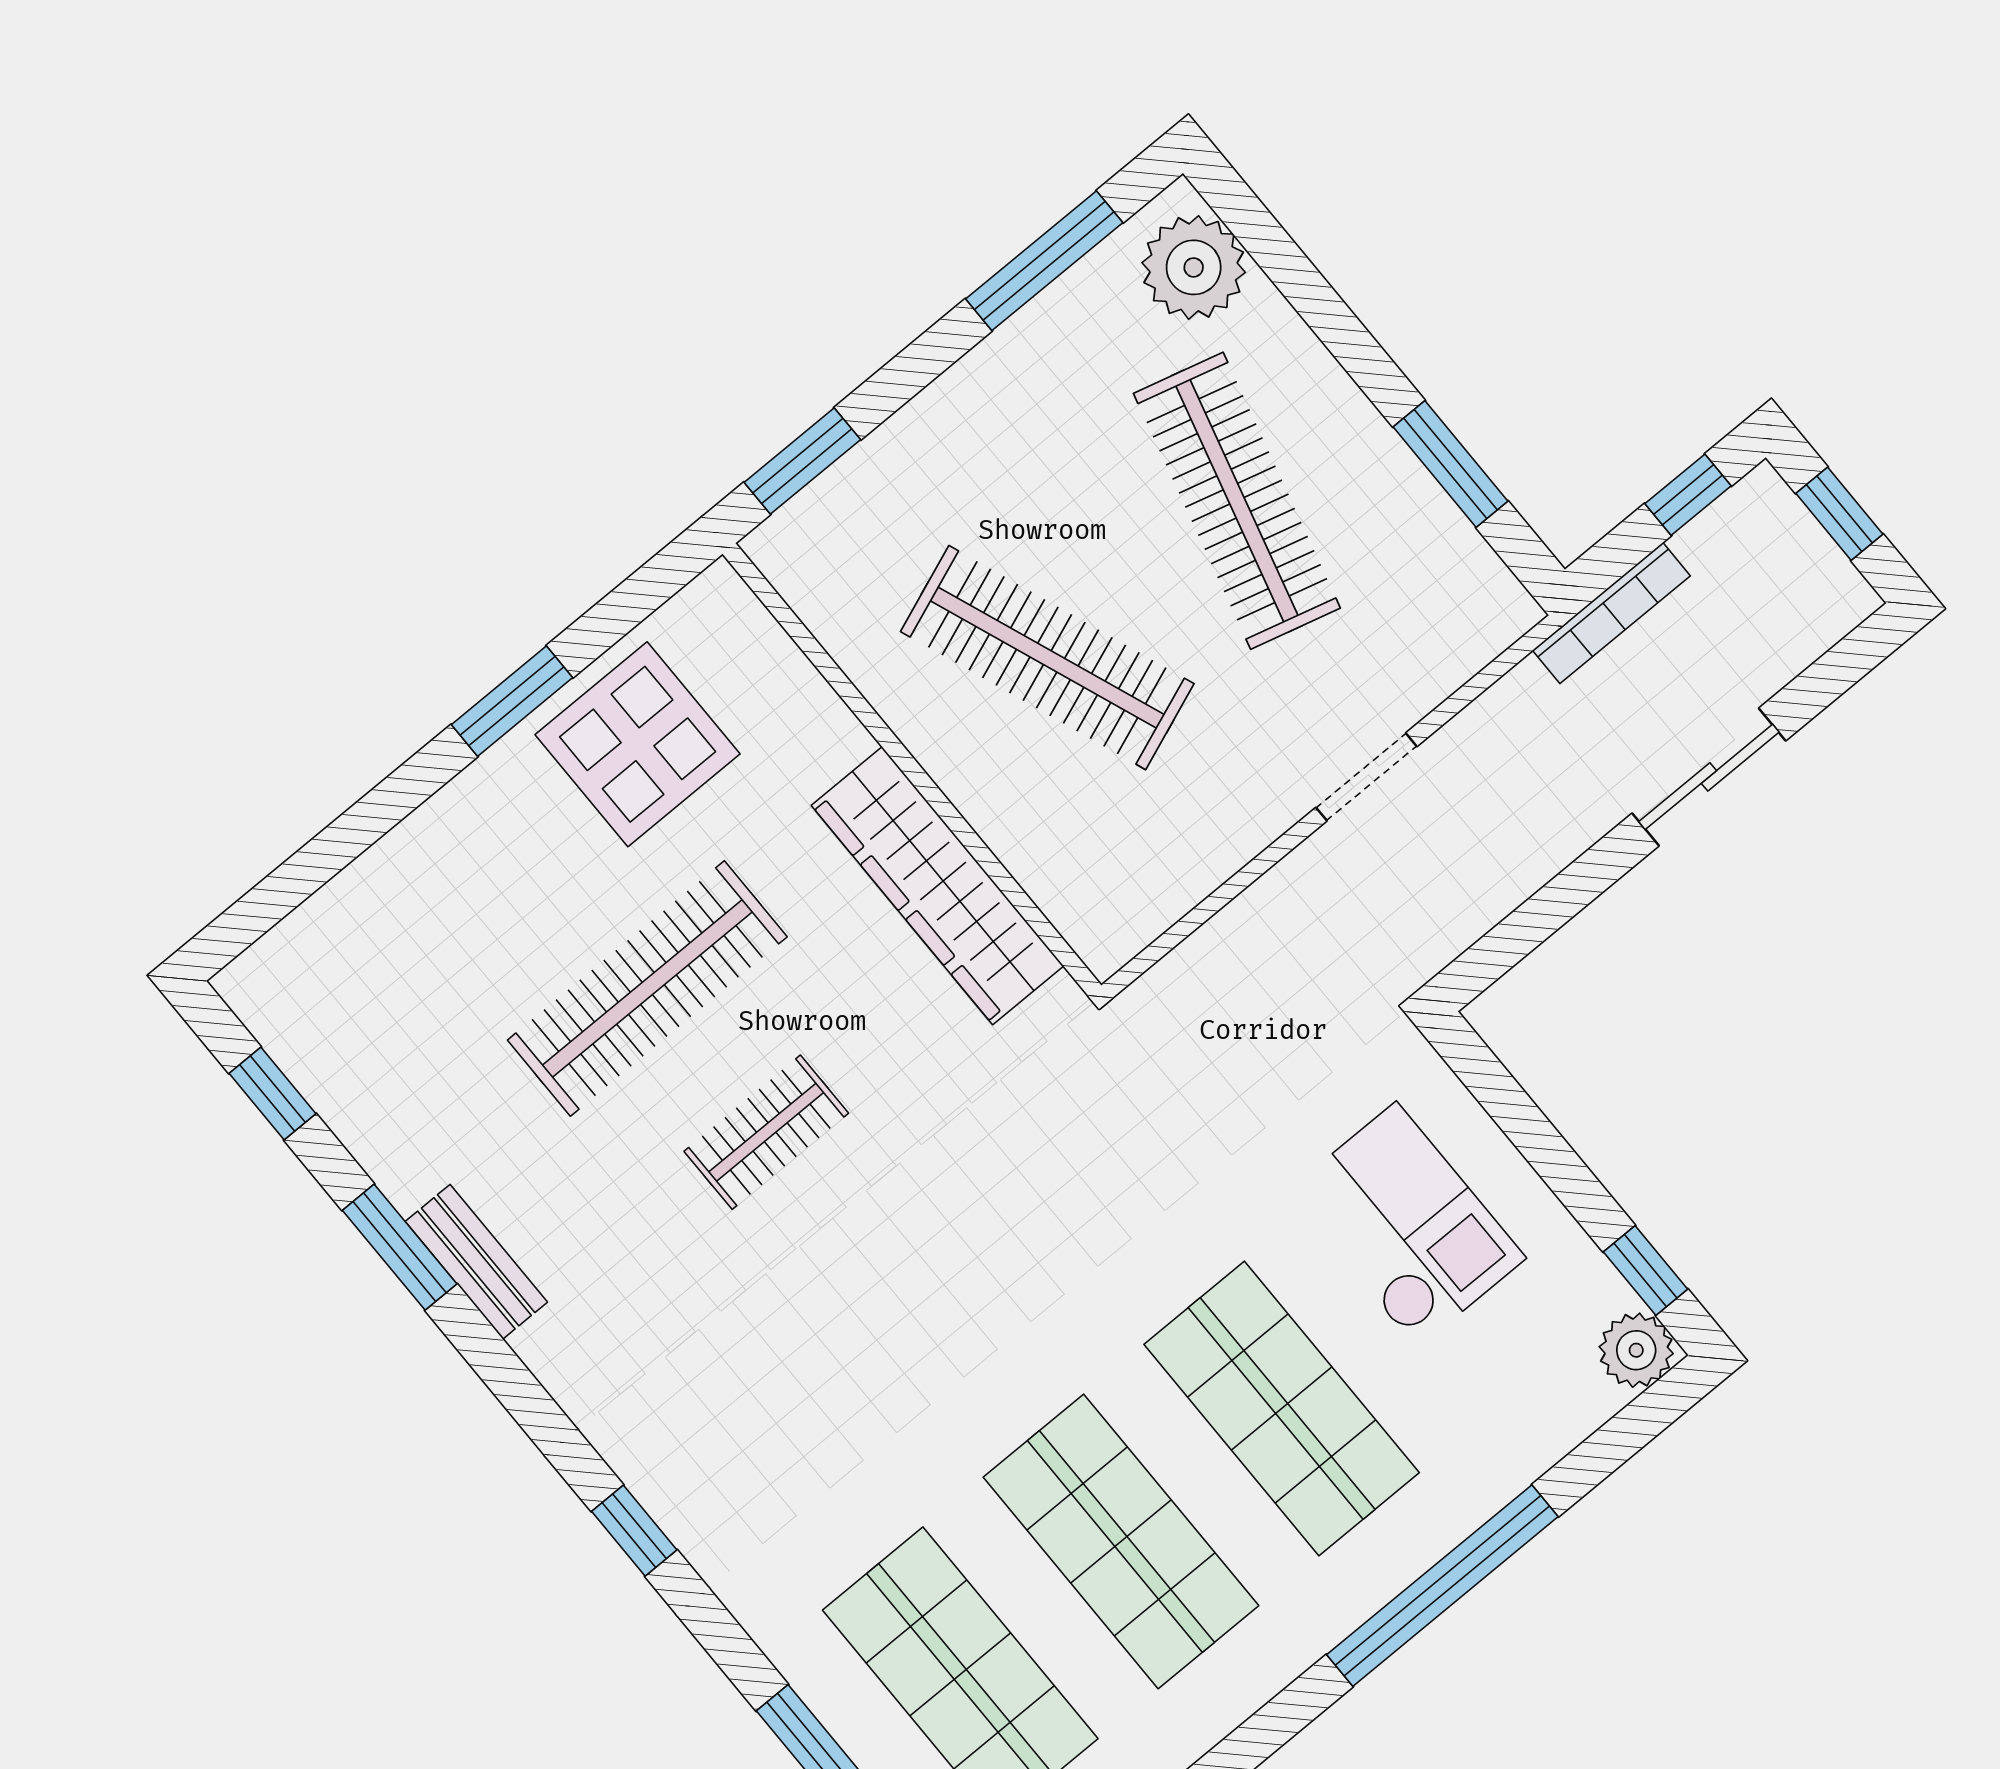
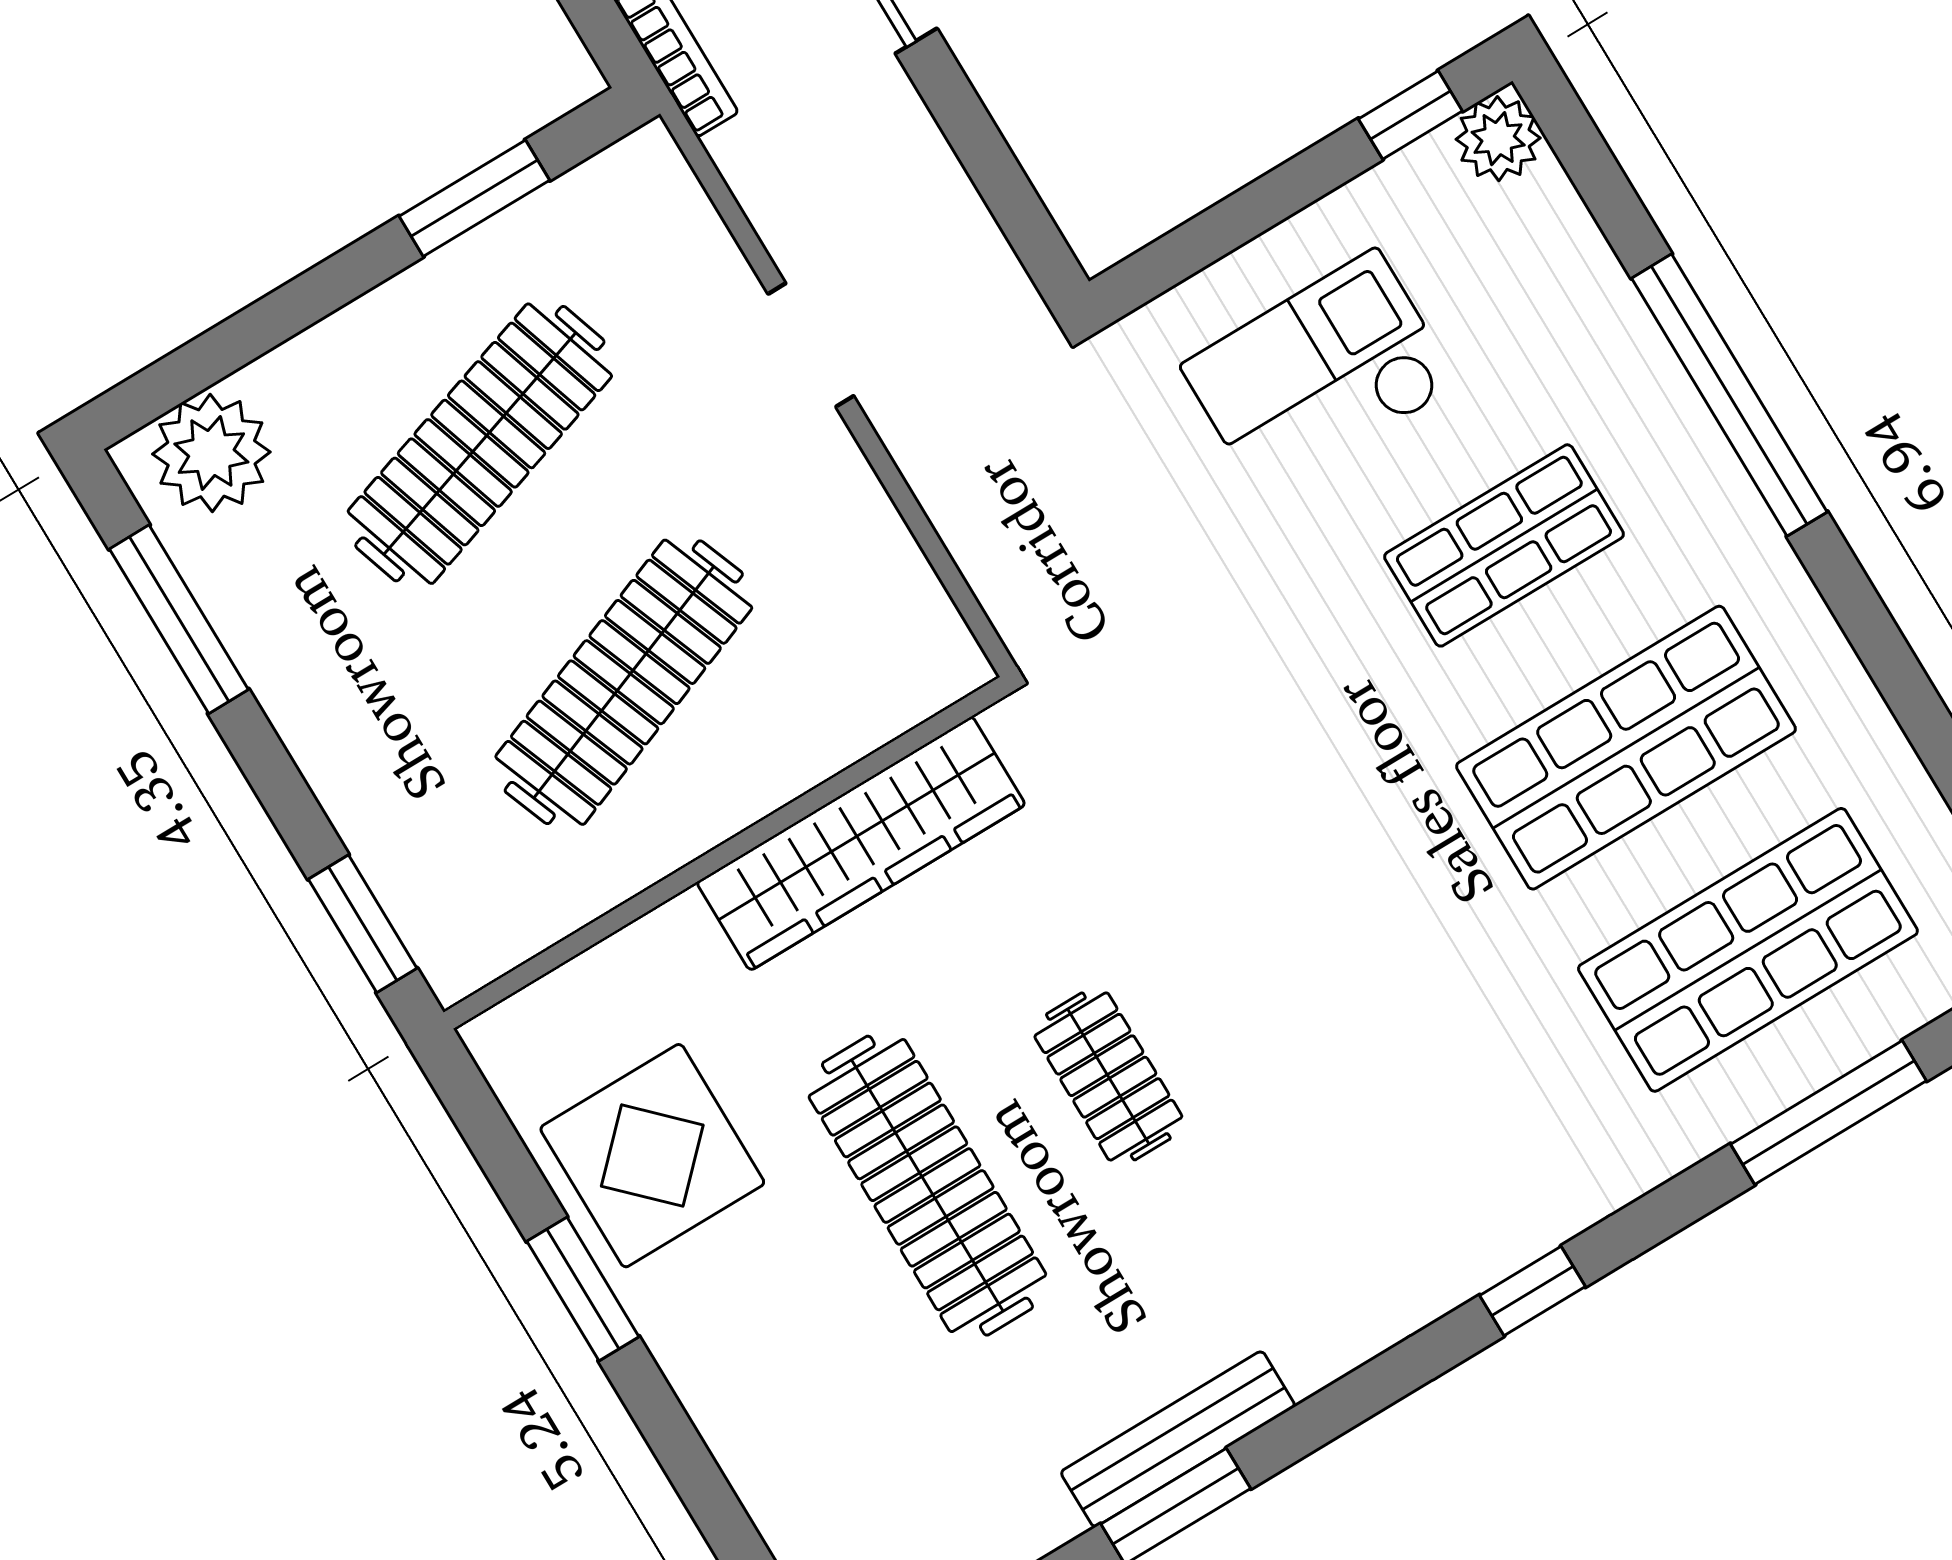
clothes rail: (1237, 501) -> (480, 444), turned -33
bench: (476, 1262) -> (1178, 1439), width x1.36
shop shelf: (1282, 1408) -> (1504, 545), width x0.70, depth x0.74

